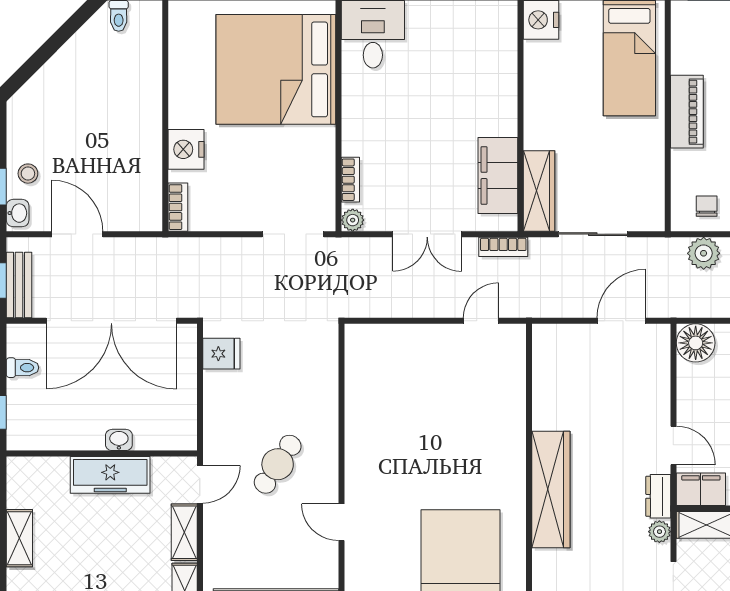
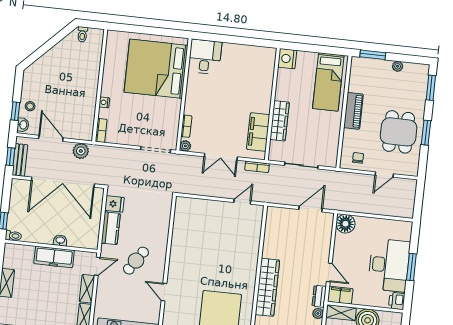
nightstand: (186, 149) -> (104, 102), width x0.53, depth x0.56
wardrobe: (539, 191) -> (280, 121), moved
plant: (704, 253) -> (81, 151), moved
toilet: (23, 368) -> (13, 236), moved
kitchen counter: (219, 404) -> (111, 228), added

